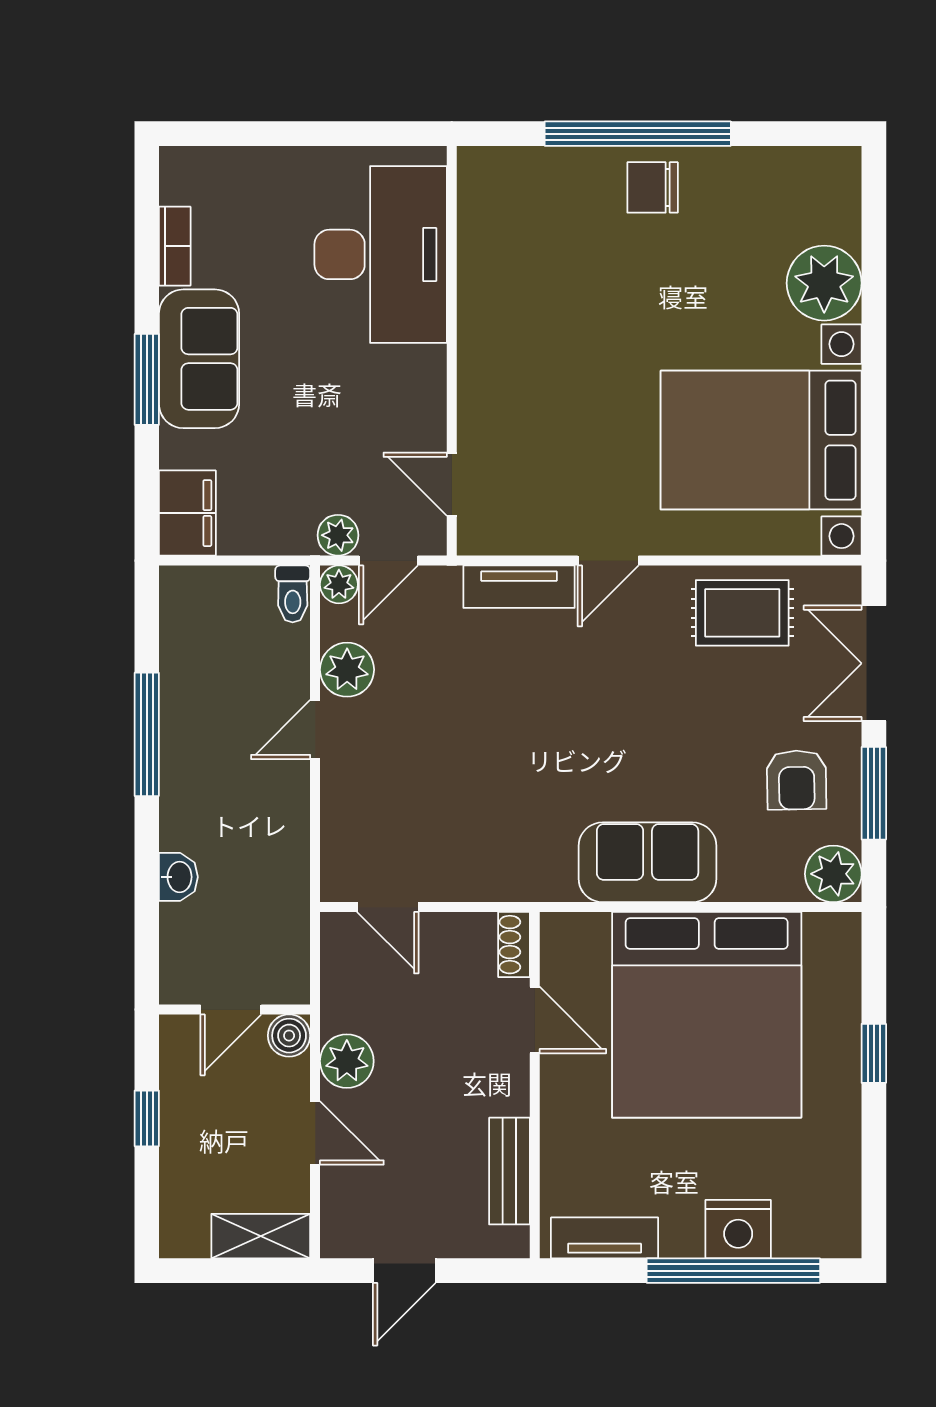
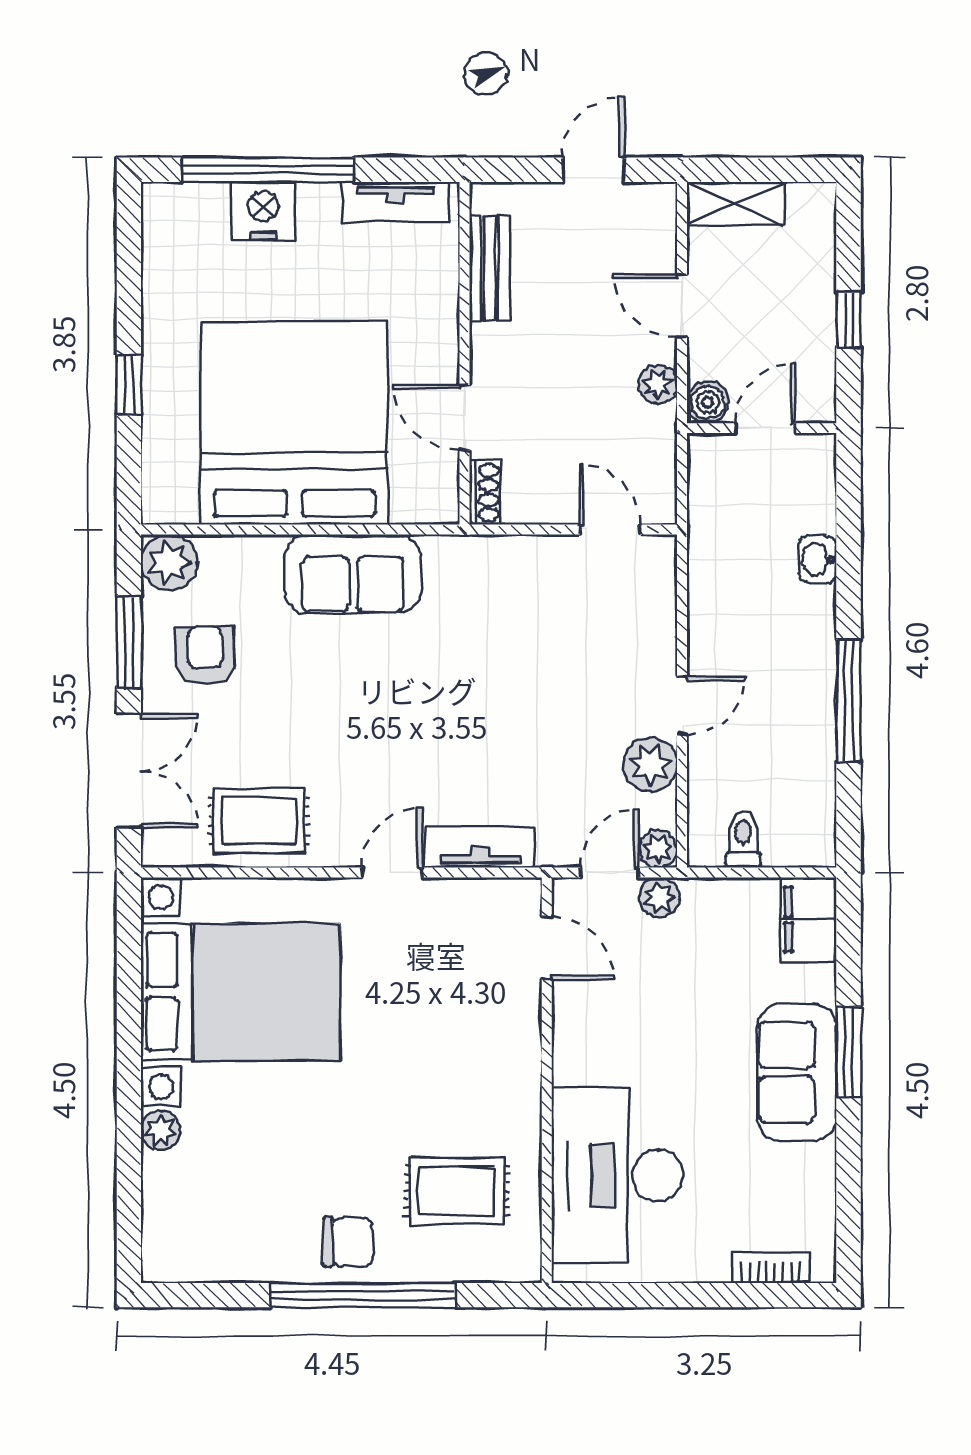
rug: (542, 239) -> (457, 1191), added
bookcase: (175, 246) -> (771, 1267), moved, turned 90
plant: (824, 283) -> (161, 1130), width x0.53, depth x0.53
toilet: (293, 594) -> (743, 839), moved
plant: (347, 1061) -> (658, 384), width x0.73, depth x0.73

